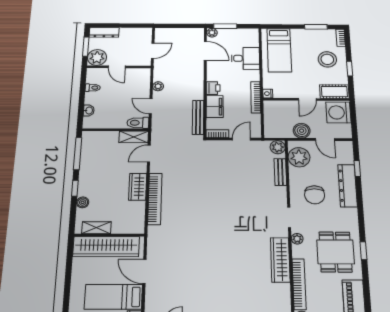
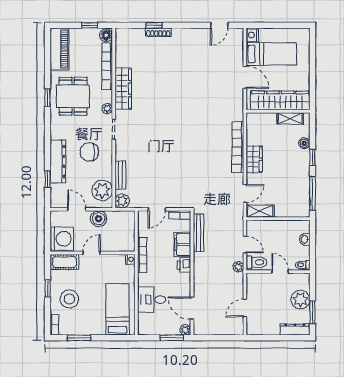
door: (117, 67) -> (280, 272), moved
wall: (119, 67) -> (278, 272), moved
toilet: (138, 123) -> (257, 262), moved
chair: (315, 195) -> (89, 152), turned -90

